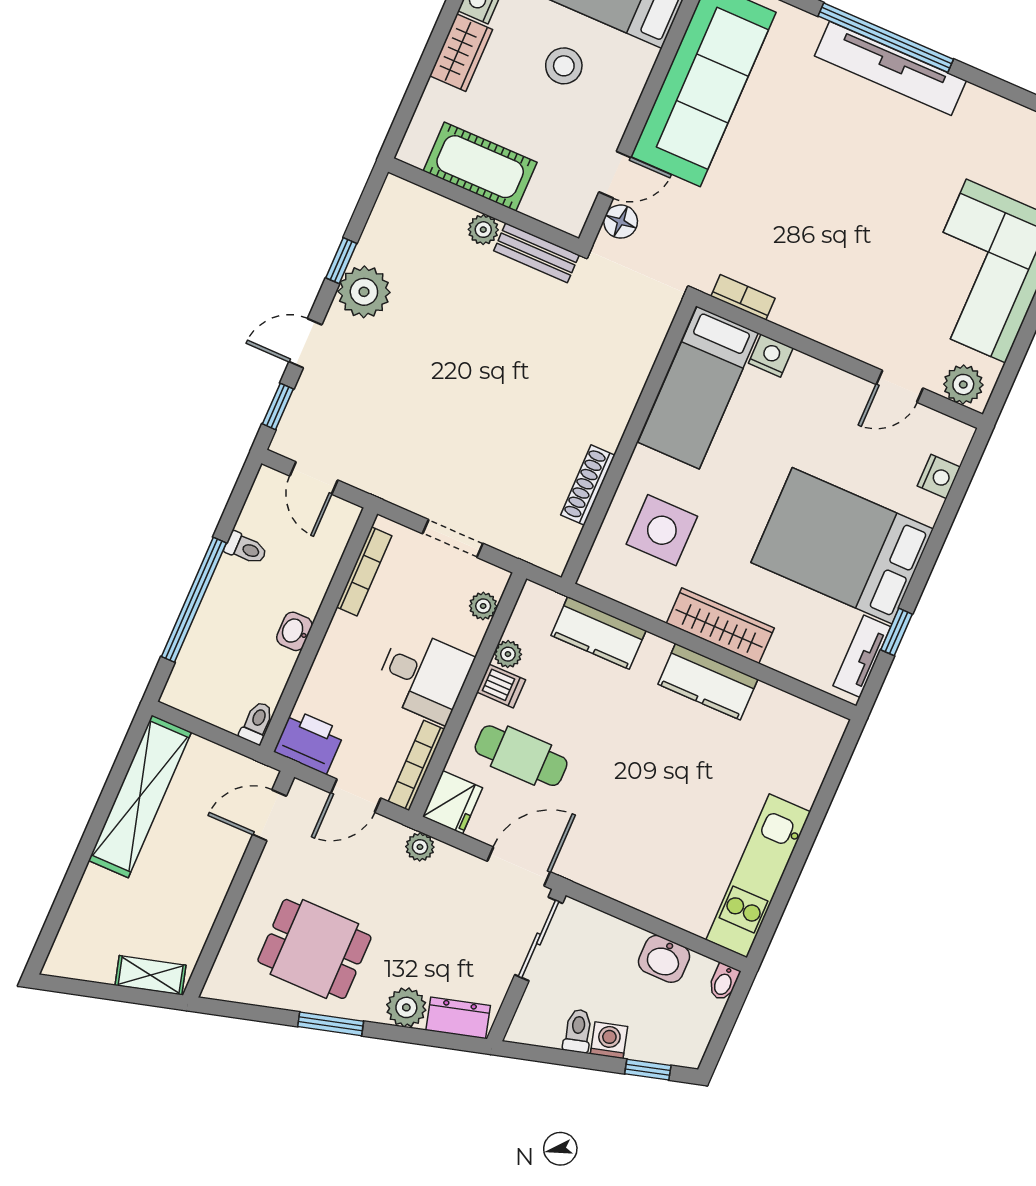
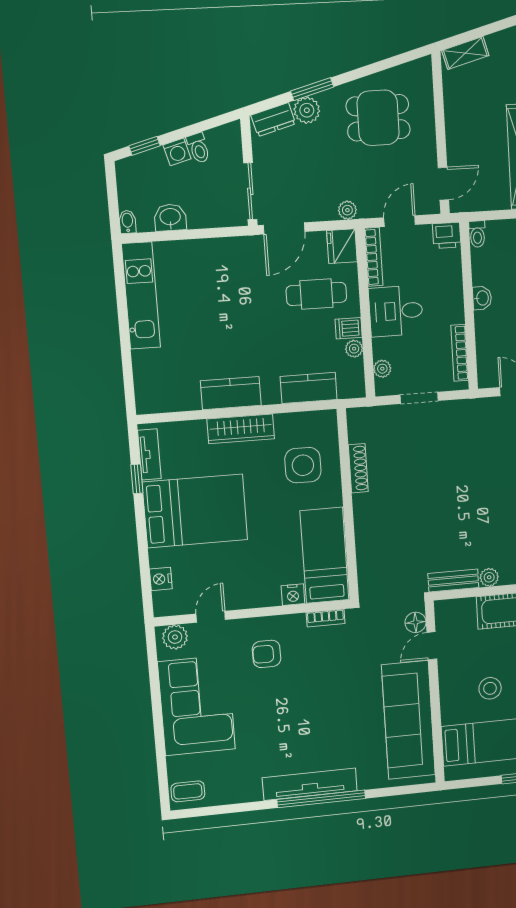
armchair: (851, 291) -> (267, 654), added
printer: (309, 742) -> (447, 235), width x0.73, depth x0.81
window: (331, 1024) -> (312, 89), moved

